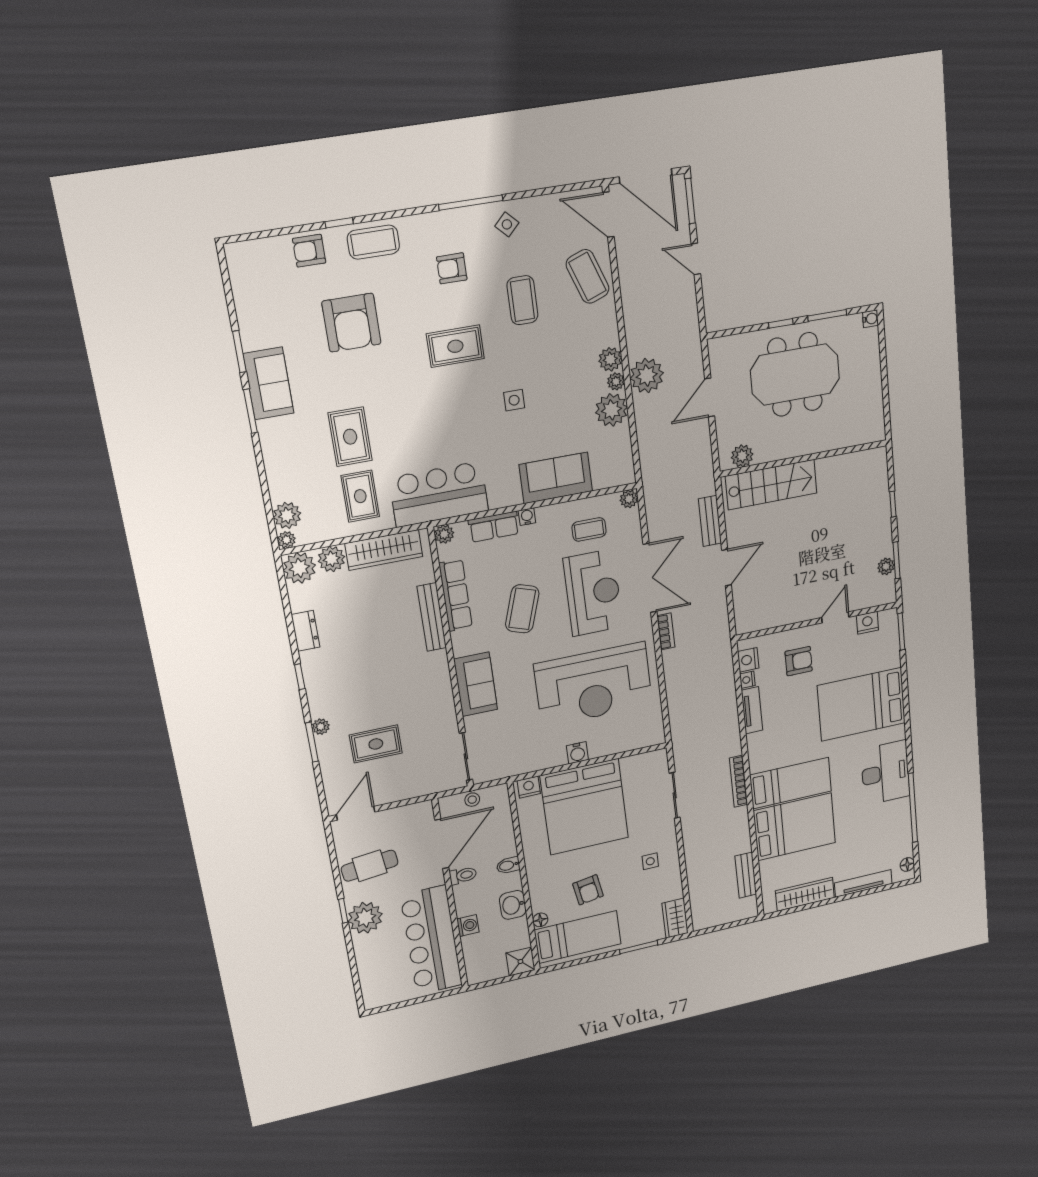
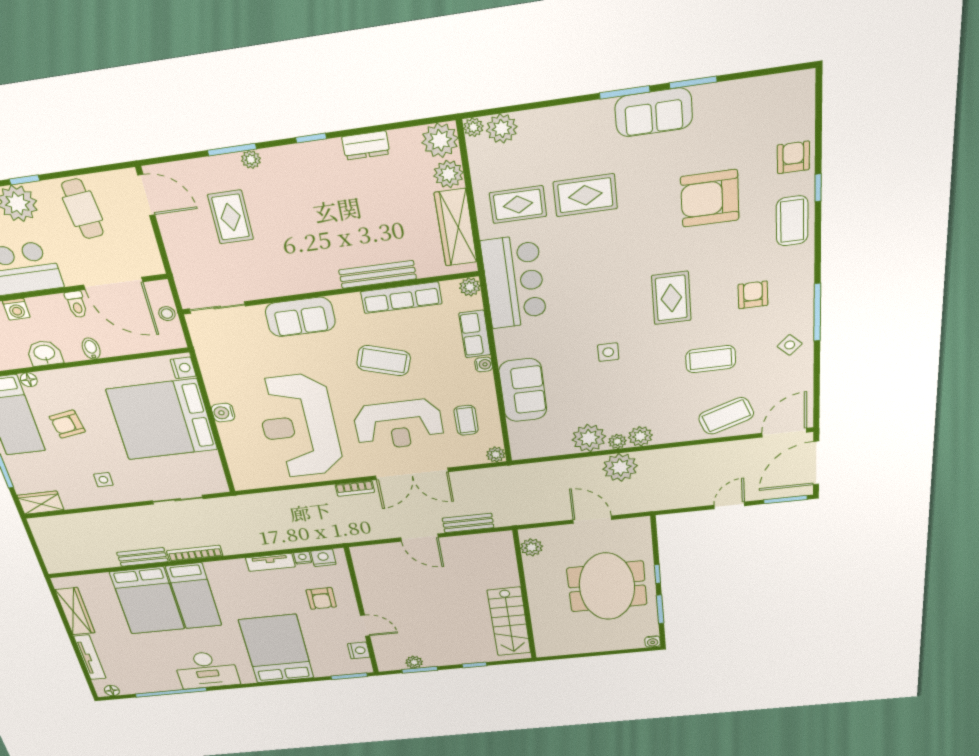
stairs: (771, 485) -> (509, 622), moved
bench: (746, 875) -> (142, 557), moved

